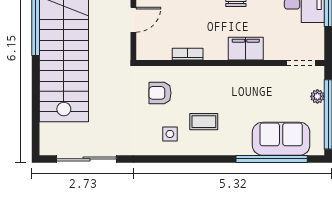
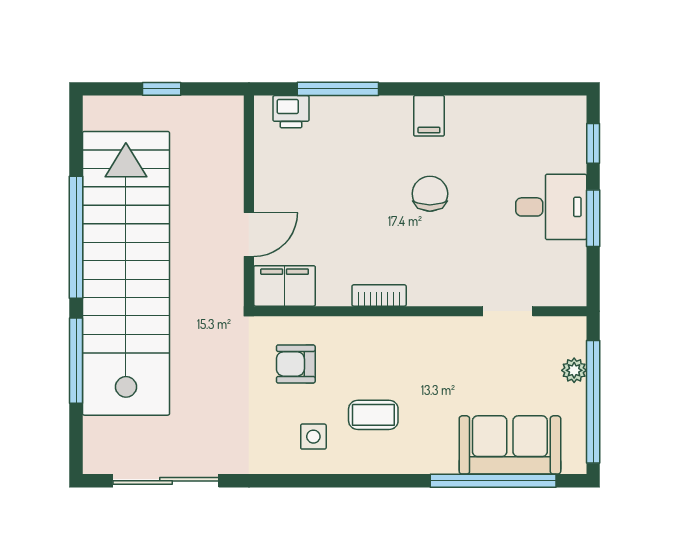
filing cabinet: (246, 49) -> (285, 286), moved
bookcase: (188, 54) -> (379, 295), moved
doorway: (301, 63) -> (508, 311), moved
window: (36, 91) -> (76, 361), added

